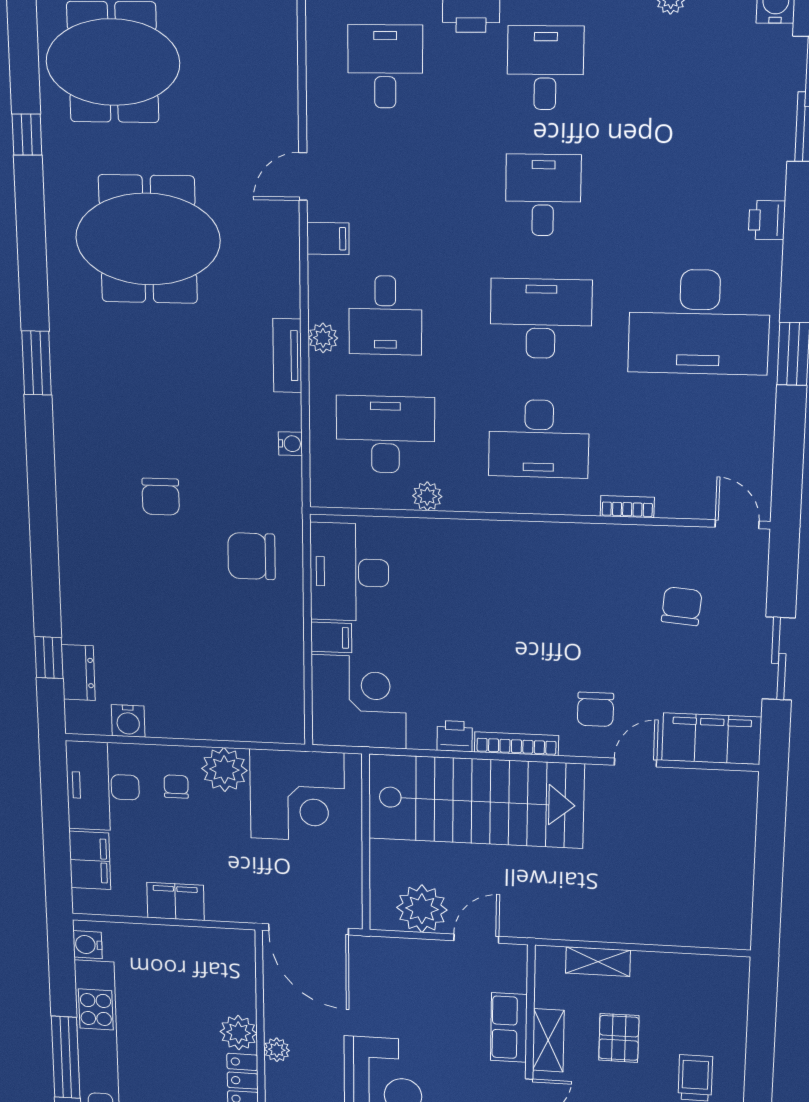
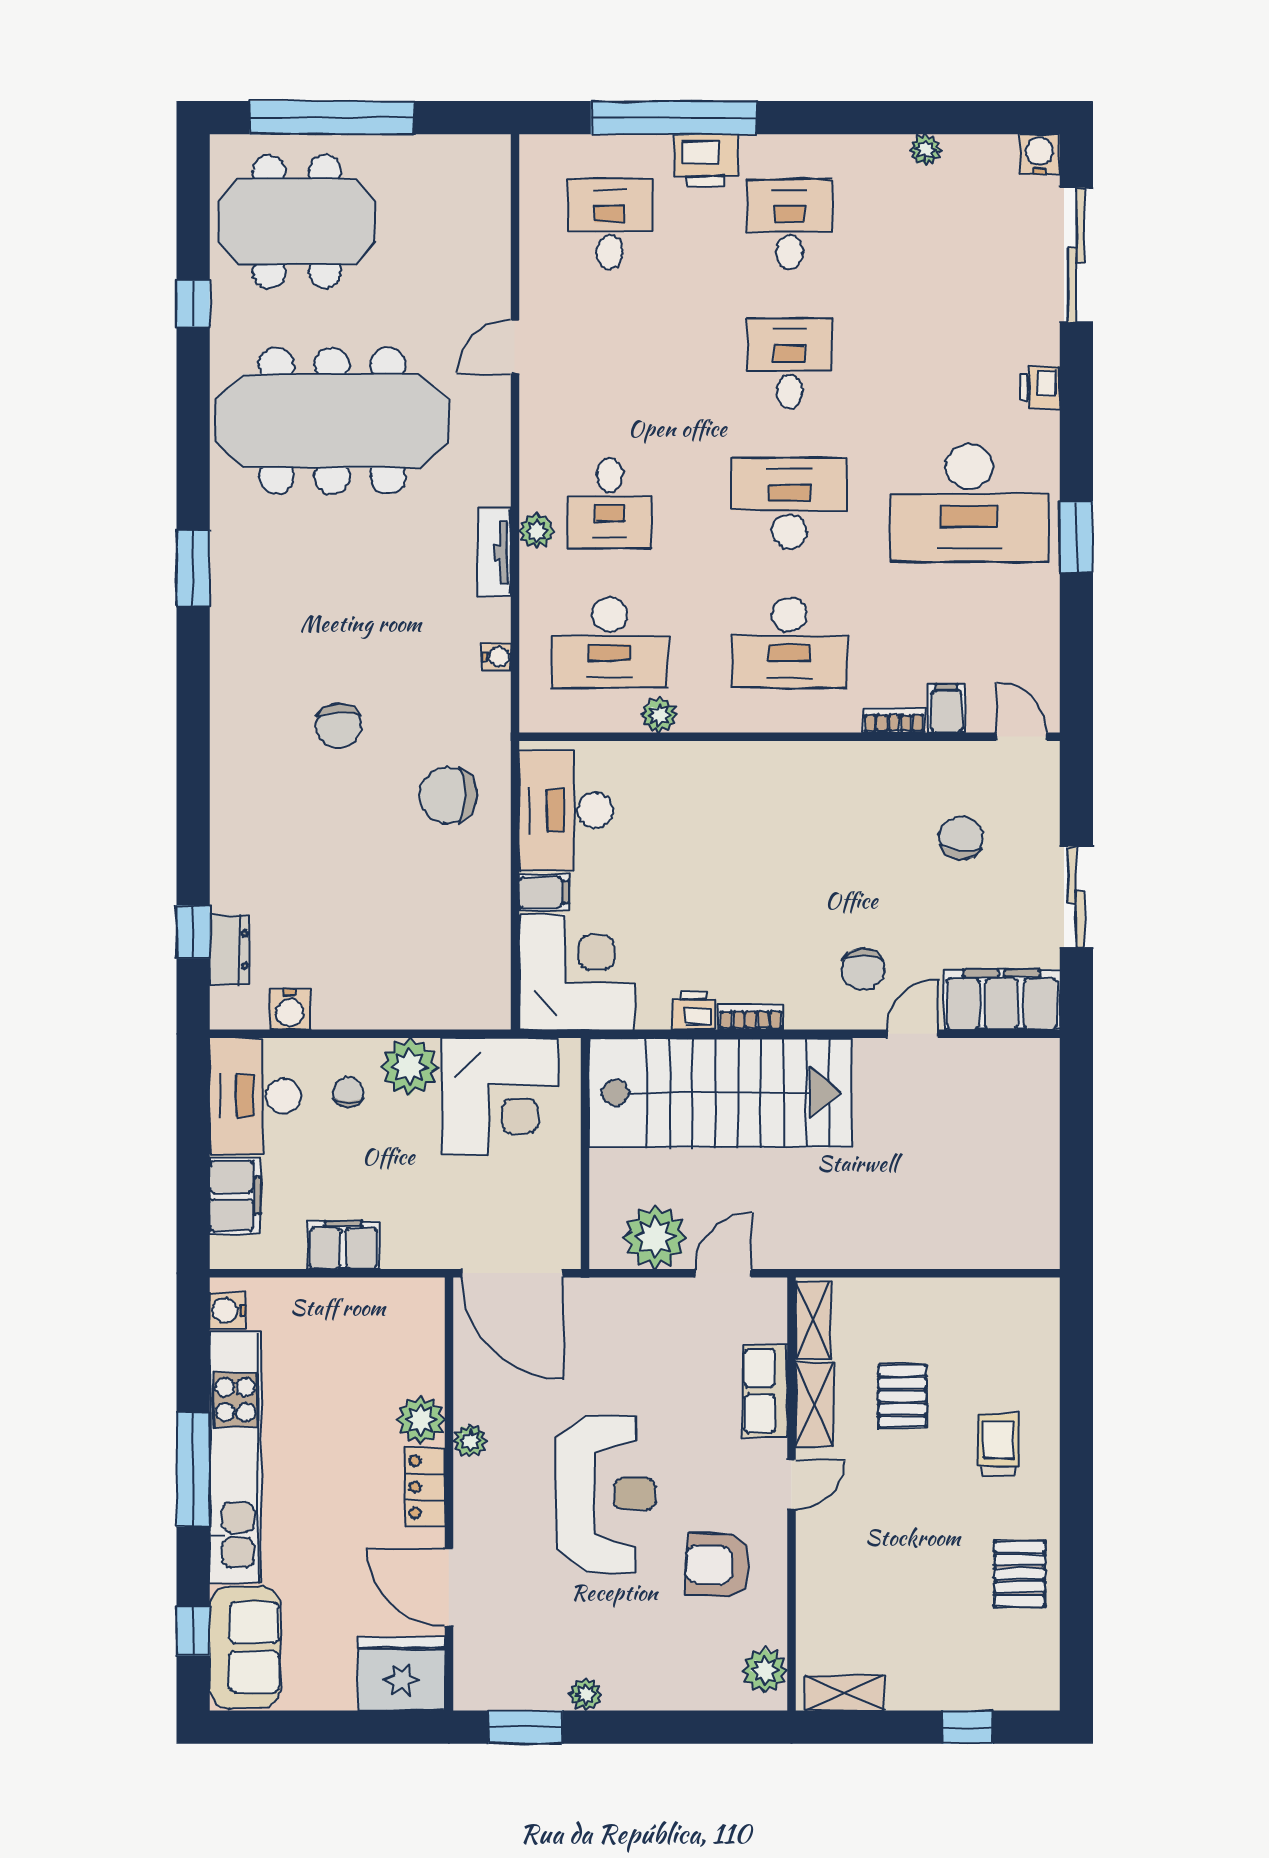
meeting table: (148, 239) -> (332, 421), width x1.36
filing cabinet: (328, 239) -> (947, 708), moved, turned -90
desk: (385, 434) -> (610, 643), turned 180
bookcase: (516, 744) -> (751, 1017), width x0.64
shelving: (598, 962) -> (813, 1320), moved, turned 90

